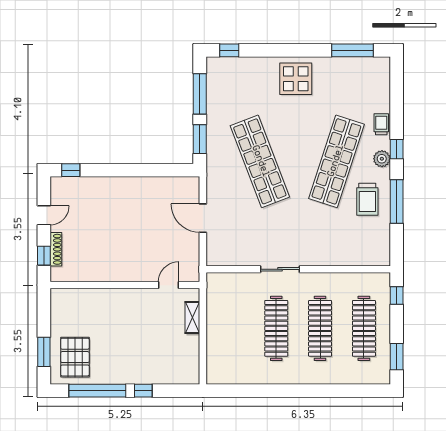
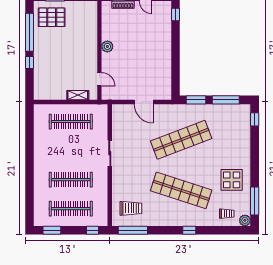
display table: (296, 79) -> (232, 180), moved
trolley: (381, 124) -> (227, 214), moved
plant: (382, 159) -> (245, 220), moved
trolley: (367, 199) -> (131, 208), moved, turned 180
window: (397, 201) -> (133, 230), moved
door: (203, 218) -> (144, 102), swing flipped
plant: (119, 273) -> (107, 46), added
clothes rail: (276, 328) -> (71, 122), moved

